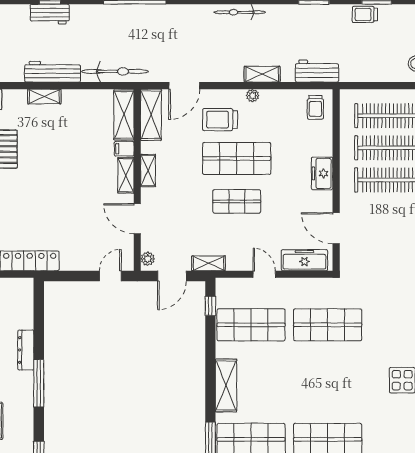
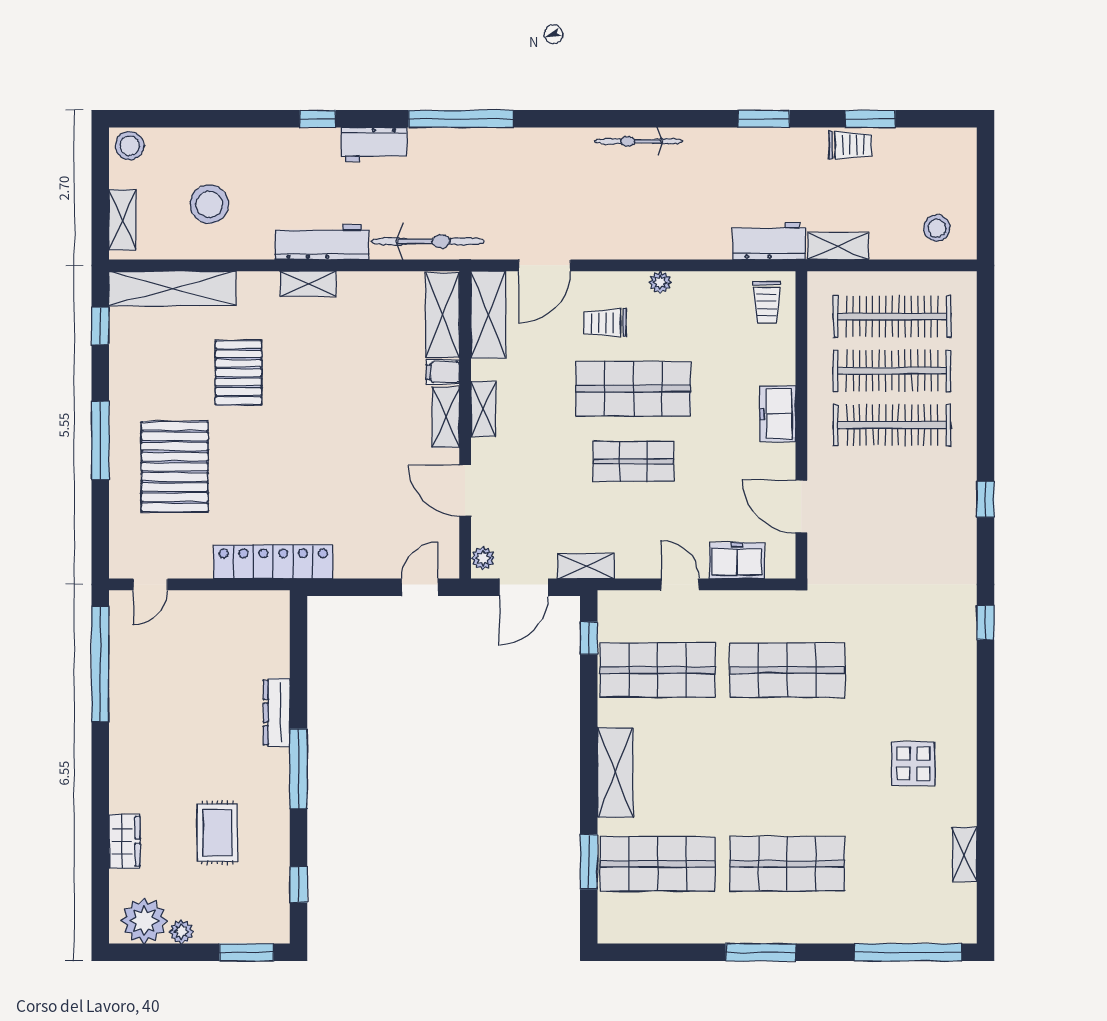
workbench: (50, 14) -> (374, 145), moved
trolley: (365, 14) -> (850, 145), turned 180
shelving: (262, 74) -> (838, 246), moved
trolley: (220, 120) -> (605, 323), width x0.73, depth x0.72
freezer: (304, 260) -> (737, 561), width x0.71

